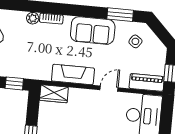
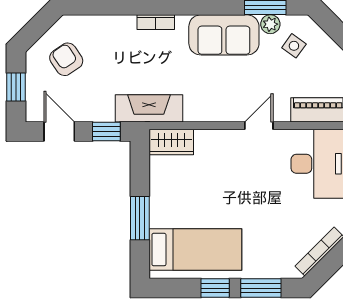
plant: (33, 18) -> (270, 24), moved
fireplace: (73, 75) -> (149, 108), moved

